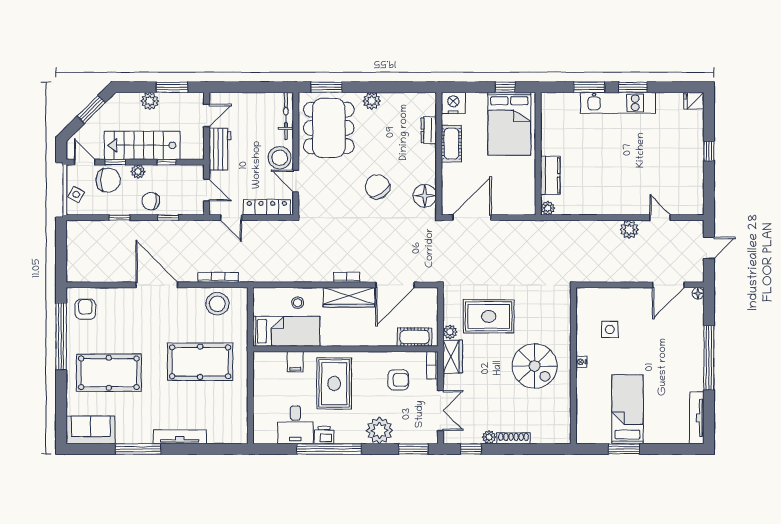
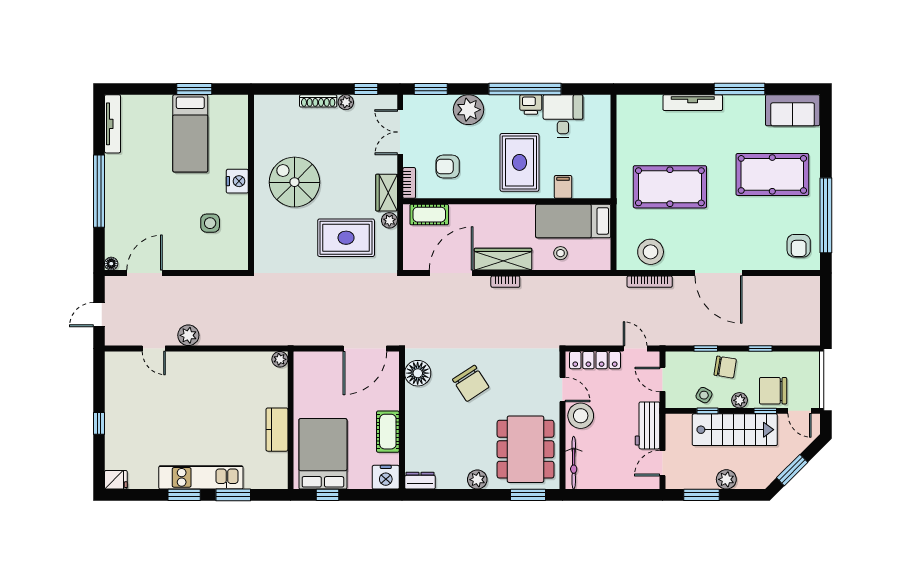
dresser: (429, 130) -> (420, 481), moved, turned -90
kitchen counter: (550, 175) -> (277, 430), moved
side table: (76, 194) -> (704, 395), moved
nightstand: (581, 362) -> (237, 181), width x1.89, depth x1.79

